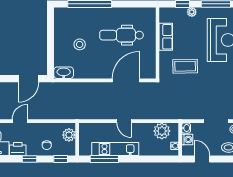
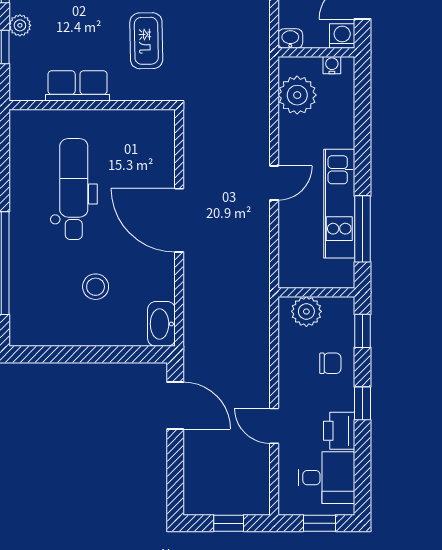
dental chair: (122, 35) -> (74, 189), turned 180
door: (126, 80) -> (179, 220), moved
washing machine: (187, 139) -> (342, 36), moved

